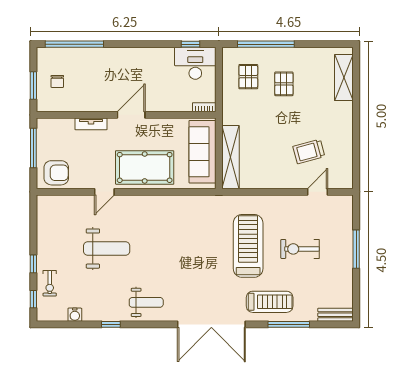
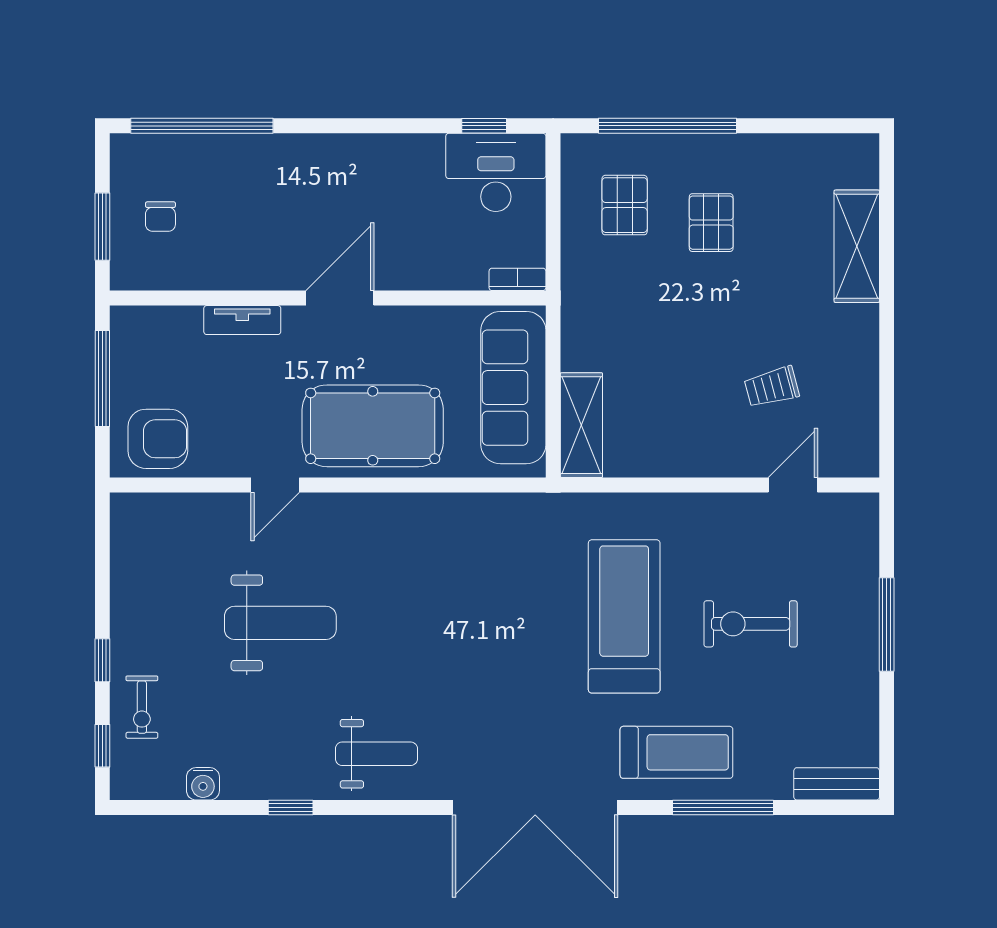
shelving: (344, 78) -> (857, 246), moved
trolley: (309, 151) -> (772, 387), width x0.73, depth x0.72
shelving: (231, 157) -> (581, 425), width x0.68

